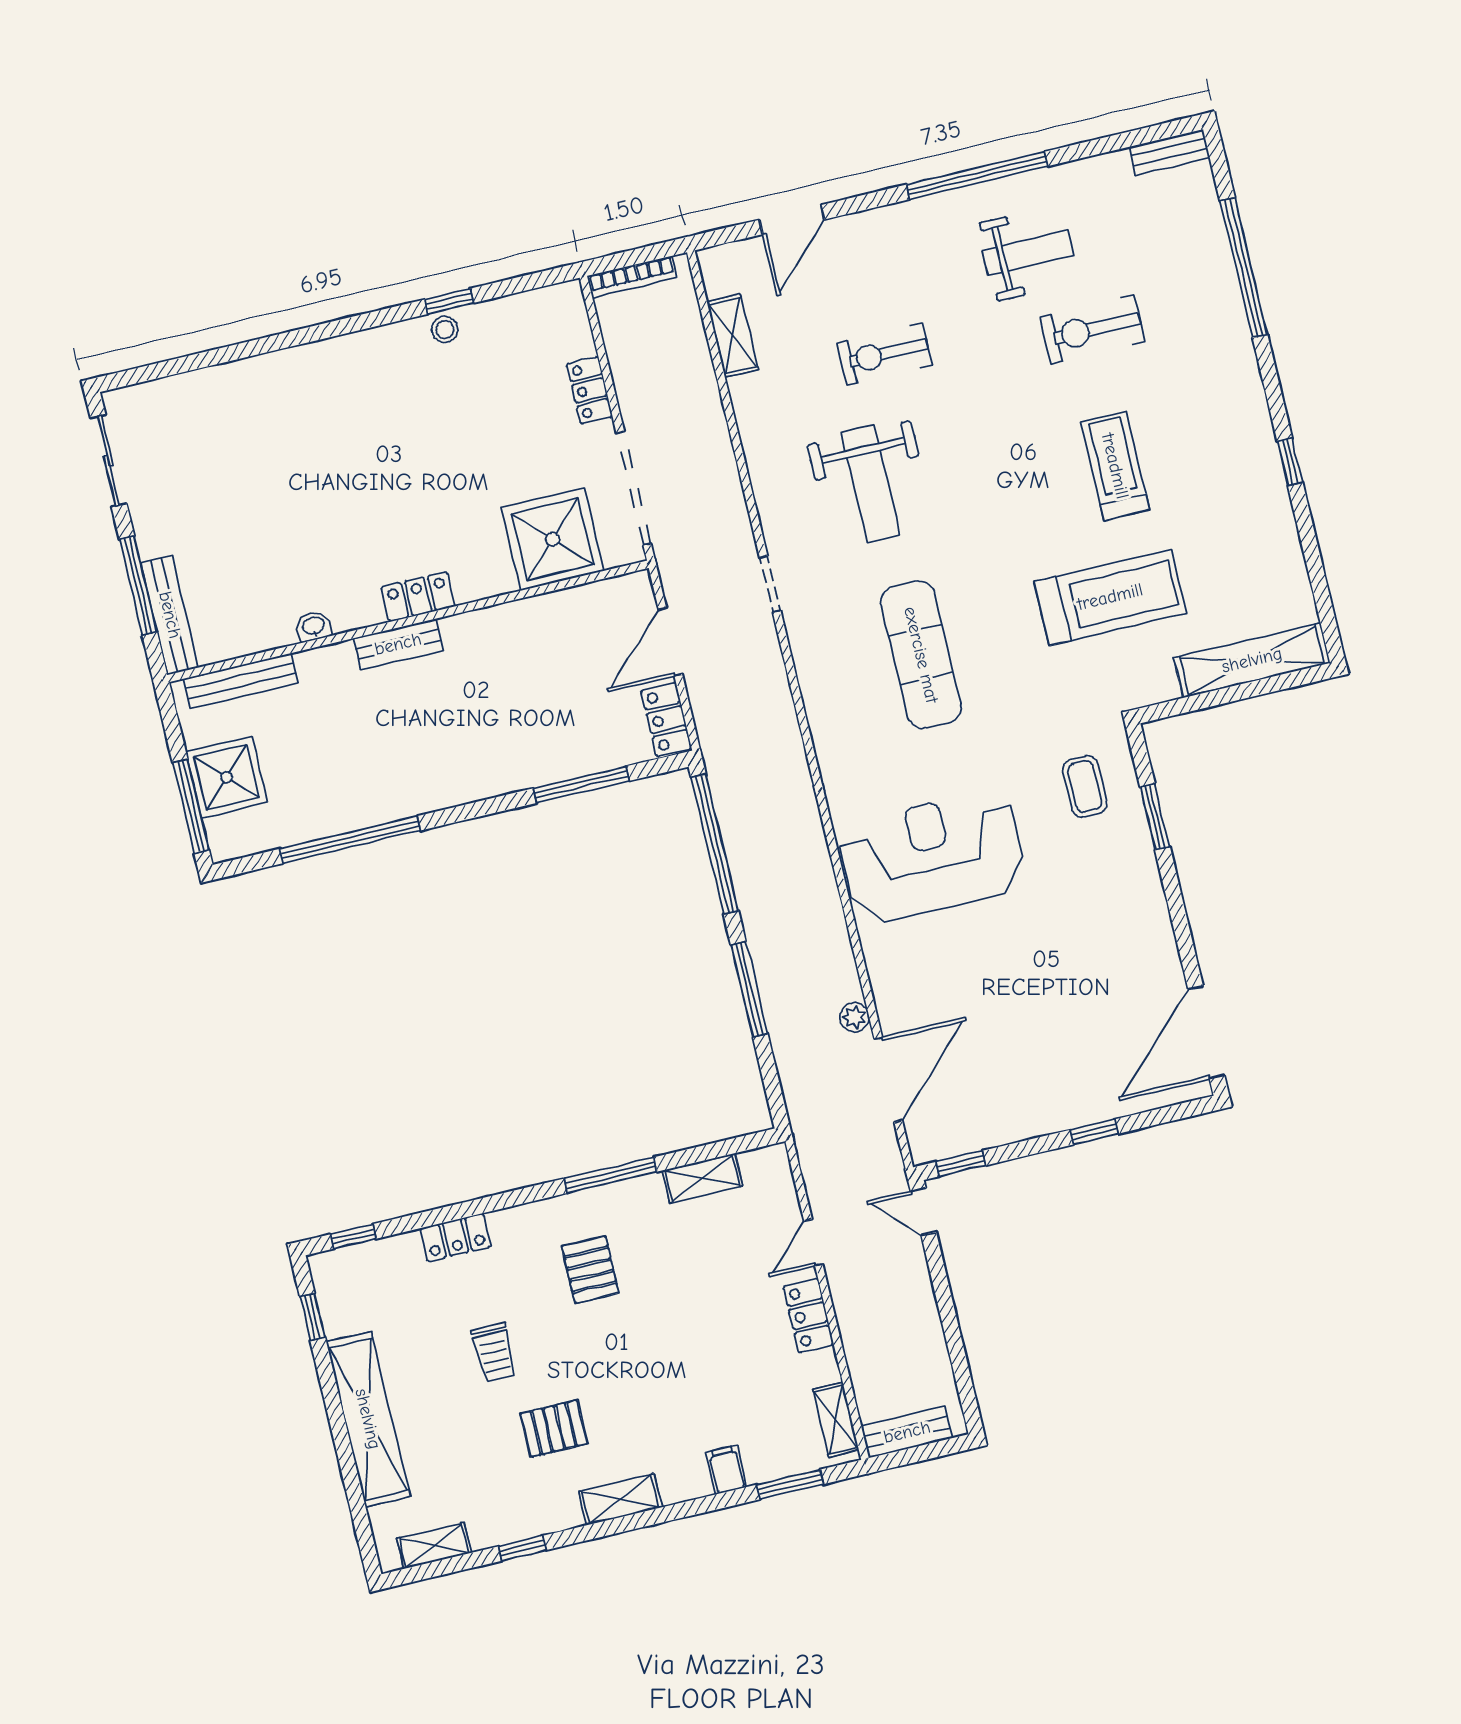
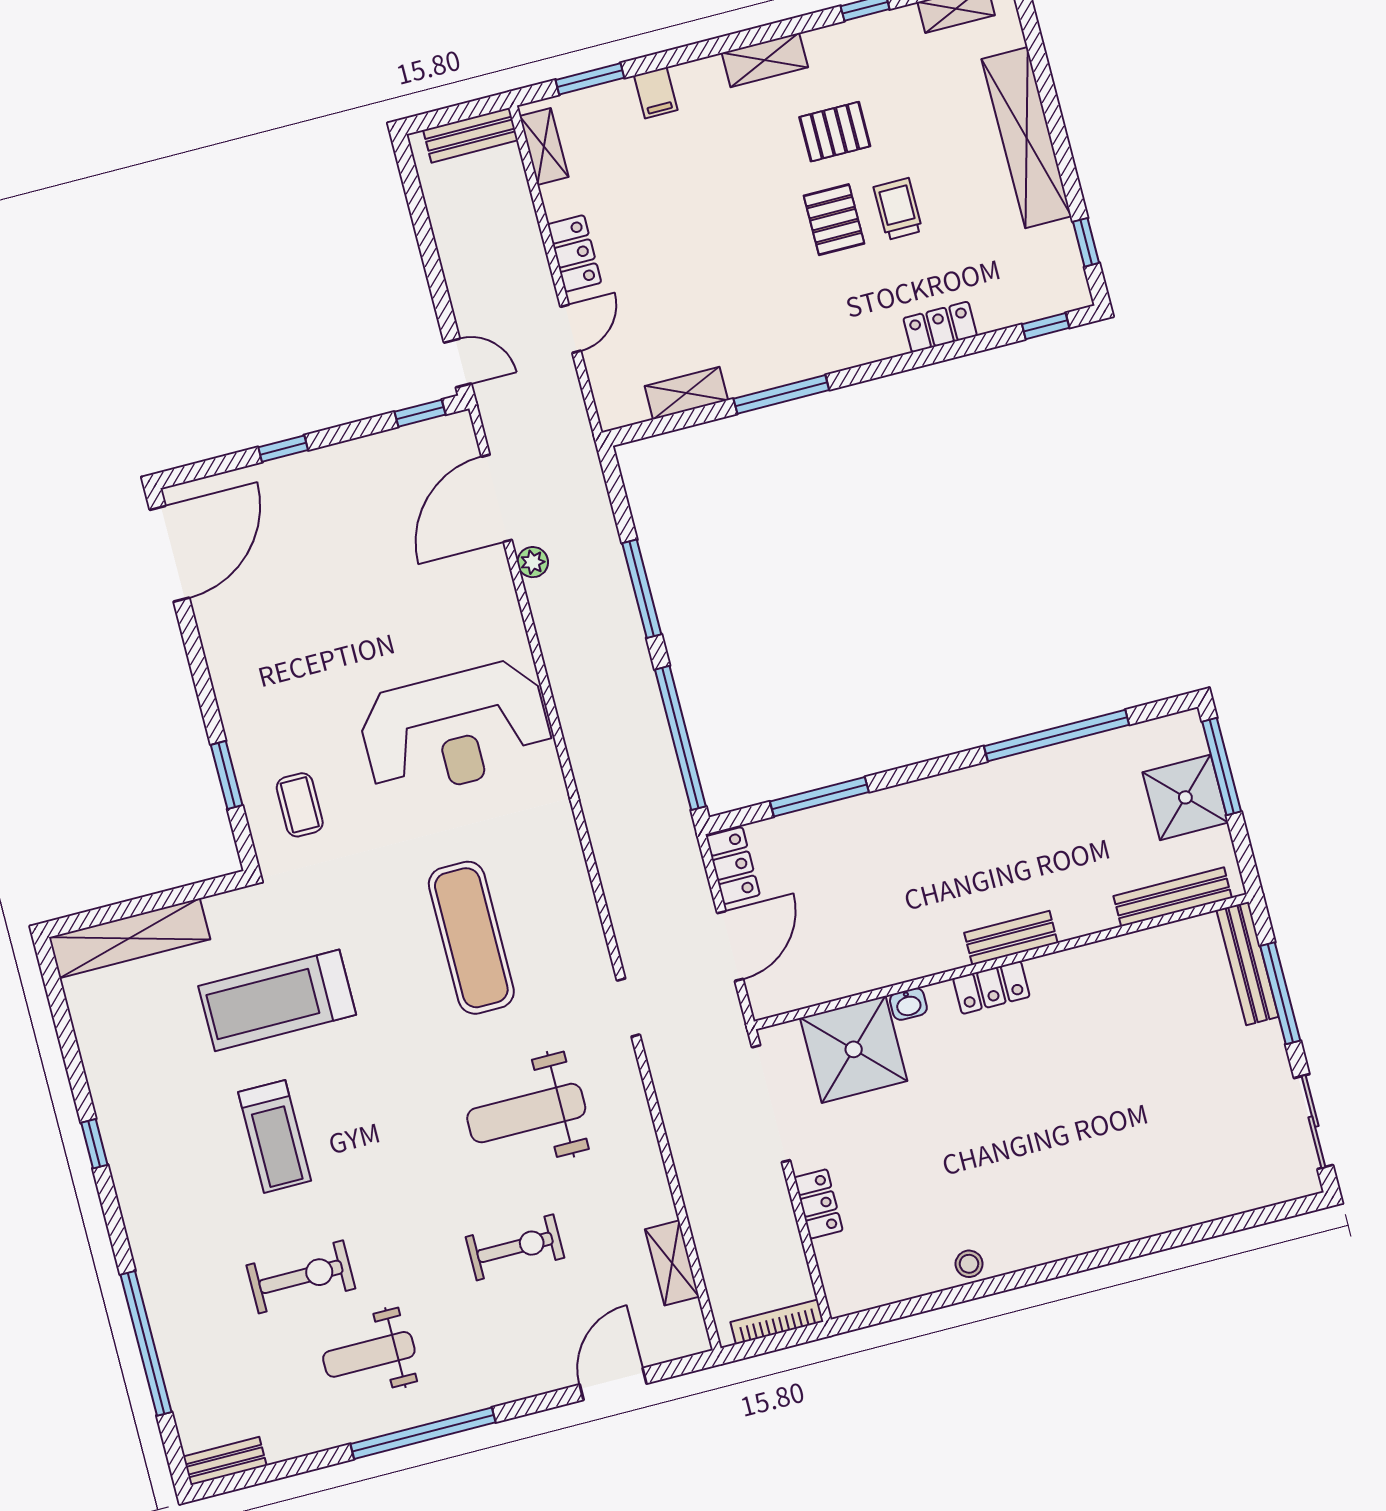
window: (449, 301) -> (965, 1293), removed
weight bench: (871, 484) -> (526, 1113), turned -90
washbasin: (314, 626) -> (908, 1004), moved
pallet: (590, 1270) -> (834, 220), moved

